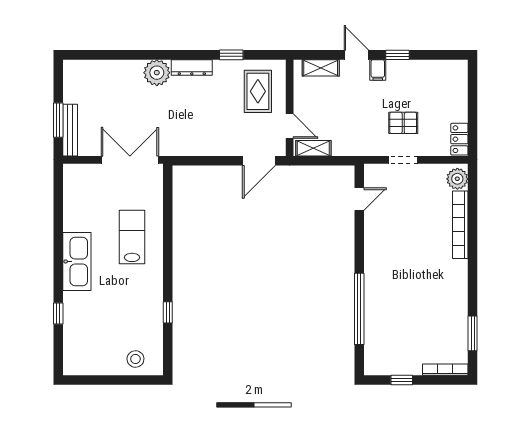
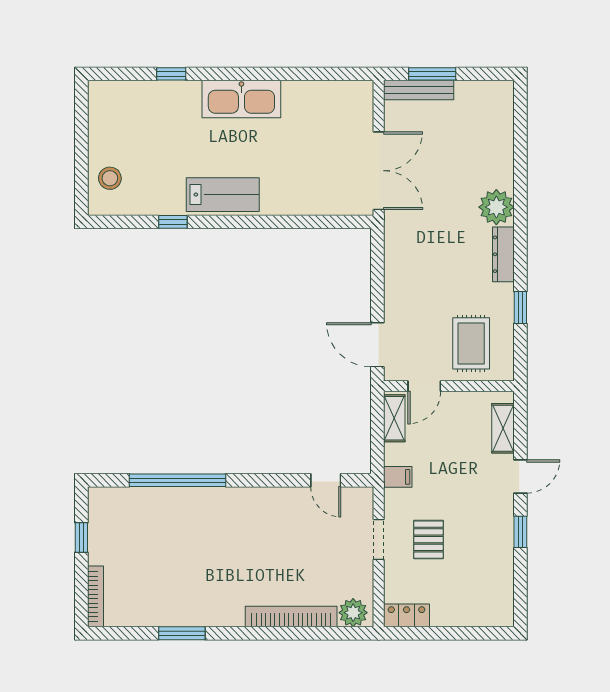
filing cabinet: (378, 70) -> (398, 477), moved, turned 180
rug: (258, 91) -> (471, 343), turned 90
lab bench: (132, 237) -> (223, 195), moved
window: (473, 333) -> (182, 633), moved

